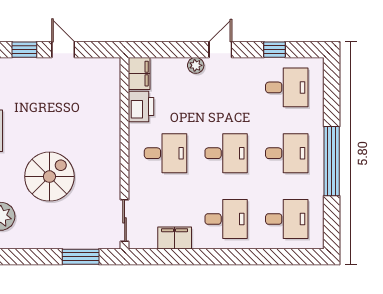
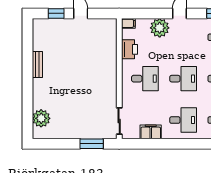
plant: (196, 65) -> (160, 28), width x1.87, depth x1.87
filing cabinet: (139, 74) -> (128, 23), width x0.50
spiral stairs: (49, 177) -> (72, 93), removed

